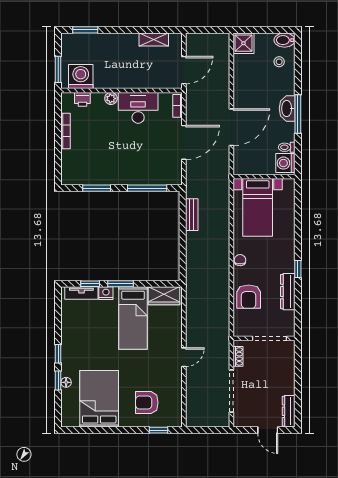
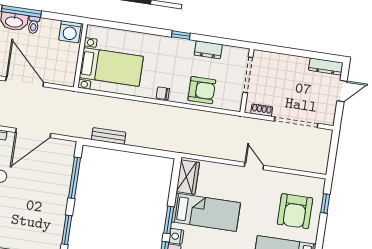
door: (184, 142) -> (33, 133), swing flipped
toilet: (287, 147) -> (34, 25), moved
dresser: (288, 292) -> (208, 50), width x0.70
armchair: (147, 403) -> (295, 211), width x1.36, depth x1.36

